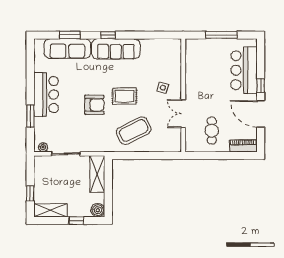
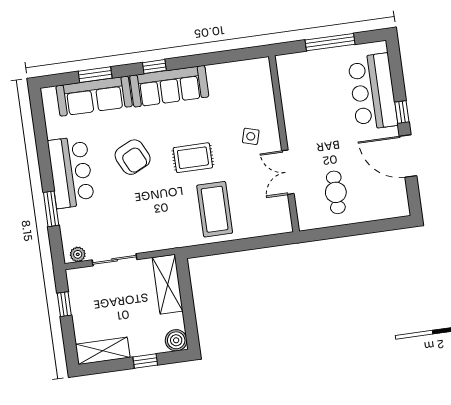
armchair: (94, 105) -> (133, 157), moved, turned 64
coffee table: (134, 131) -> (215, 209), turned -63
piano: (243, 146) -> (388, 209), removed
window: (30, 193) -> (64, 304), moved

